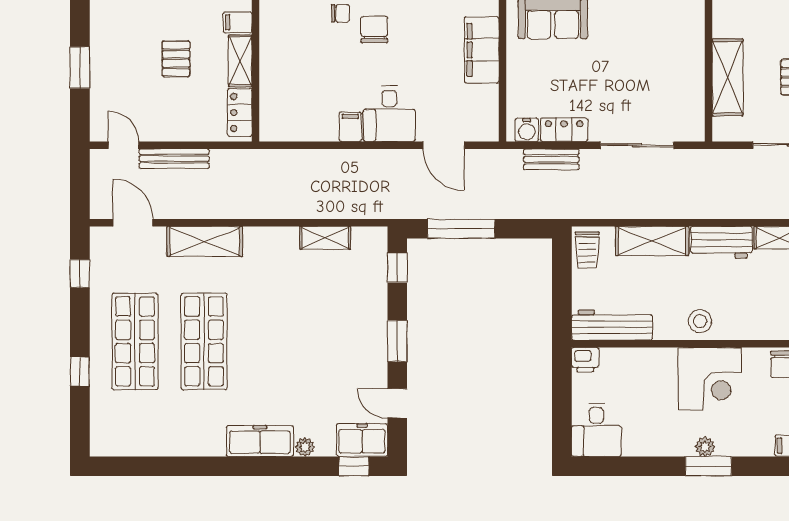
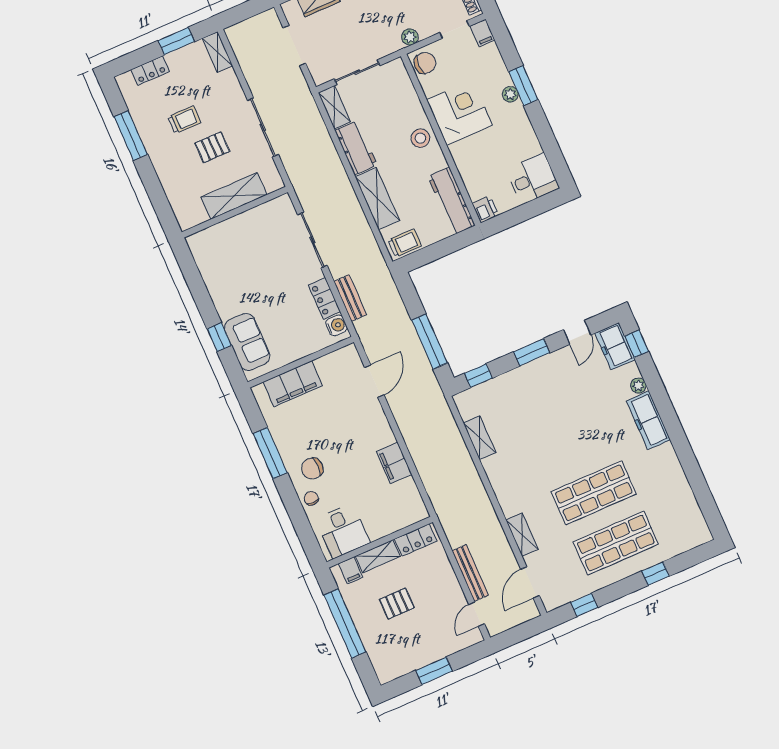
desk: (389, 114) -> (343, 531), moved, turned 90
filing cabinet: (350, 127) -> (394, 463), width x2.00
shelving: (205, 241) -> (522, 535), width x0.67, depth x0.75

